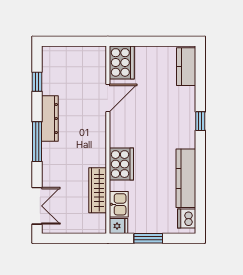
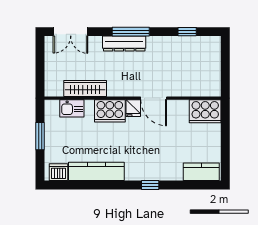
door: (108, 98) -> (154, 98), moved
dresser: (50, 119) -> (124, 44), moved
fridge: (119, 226) -> (133, 108), moved

